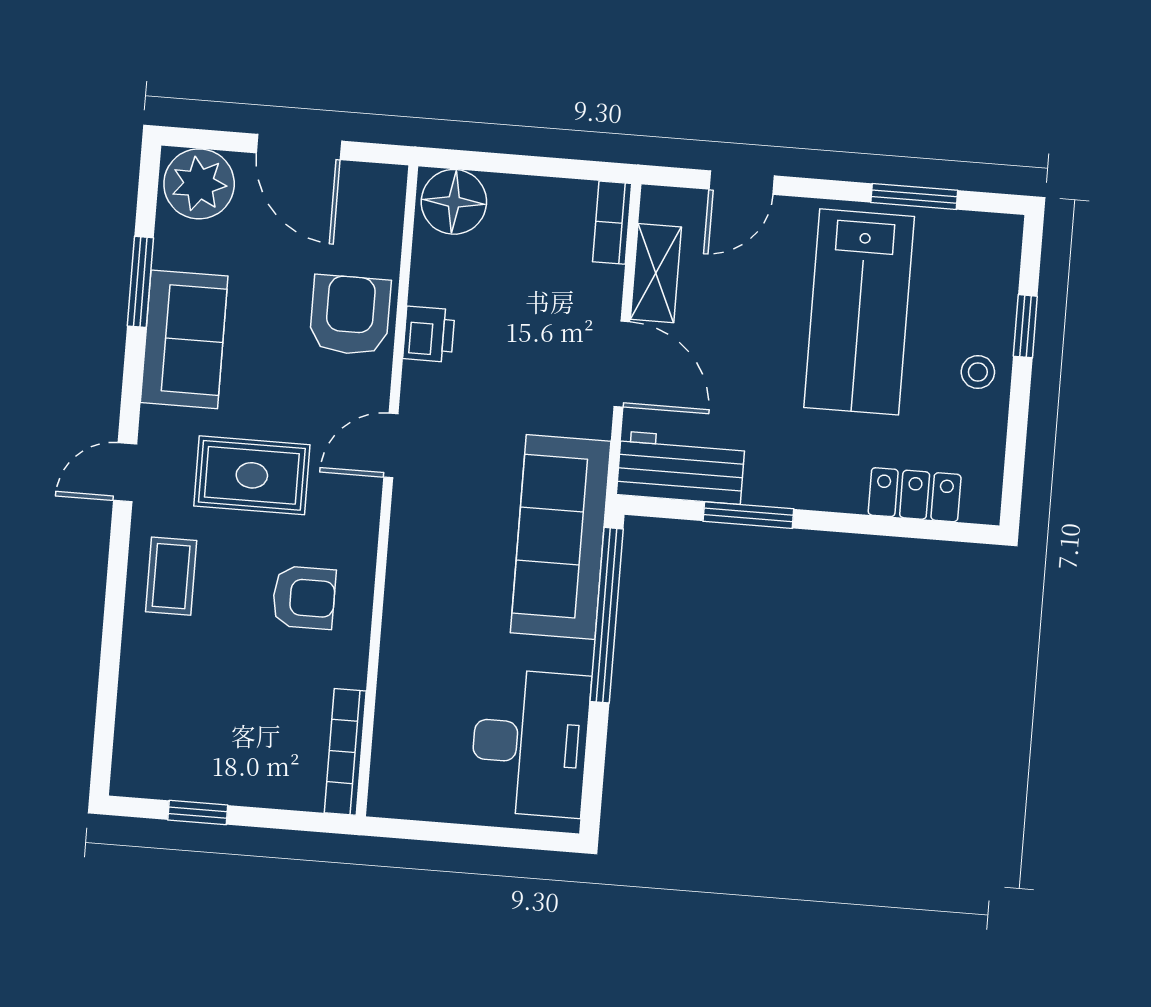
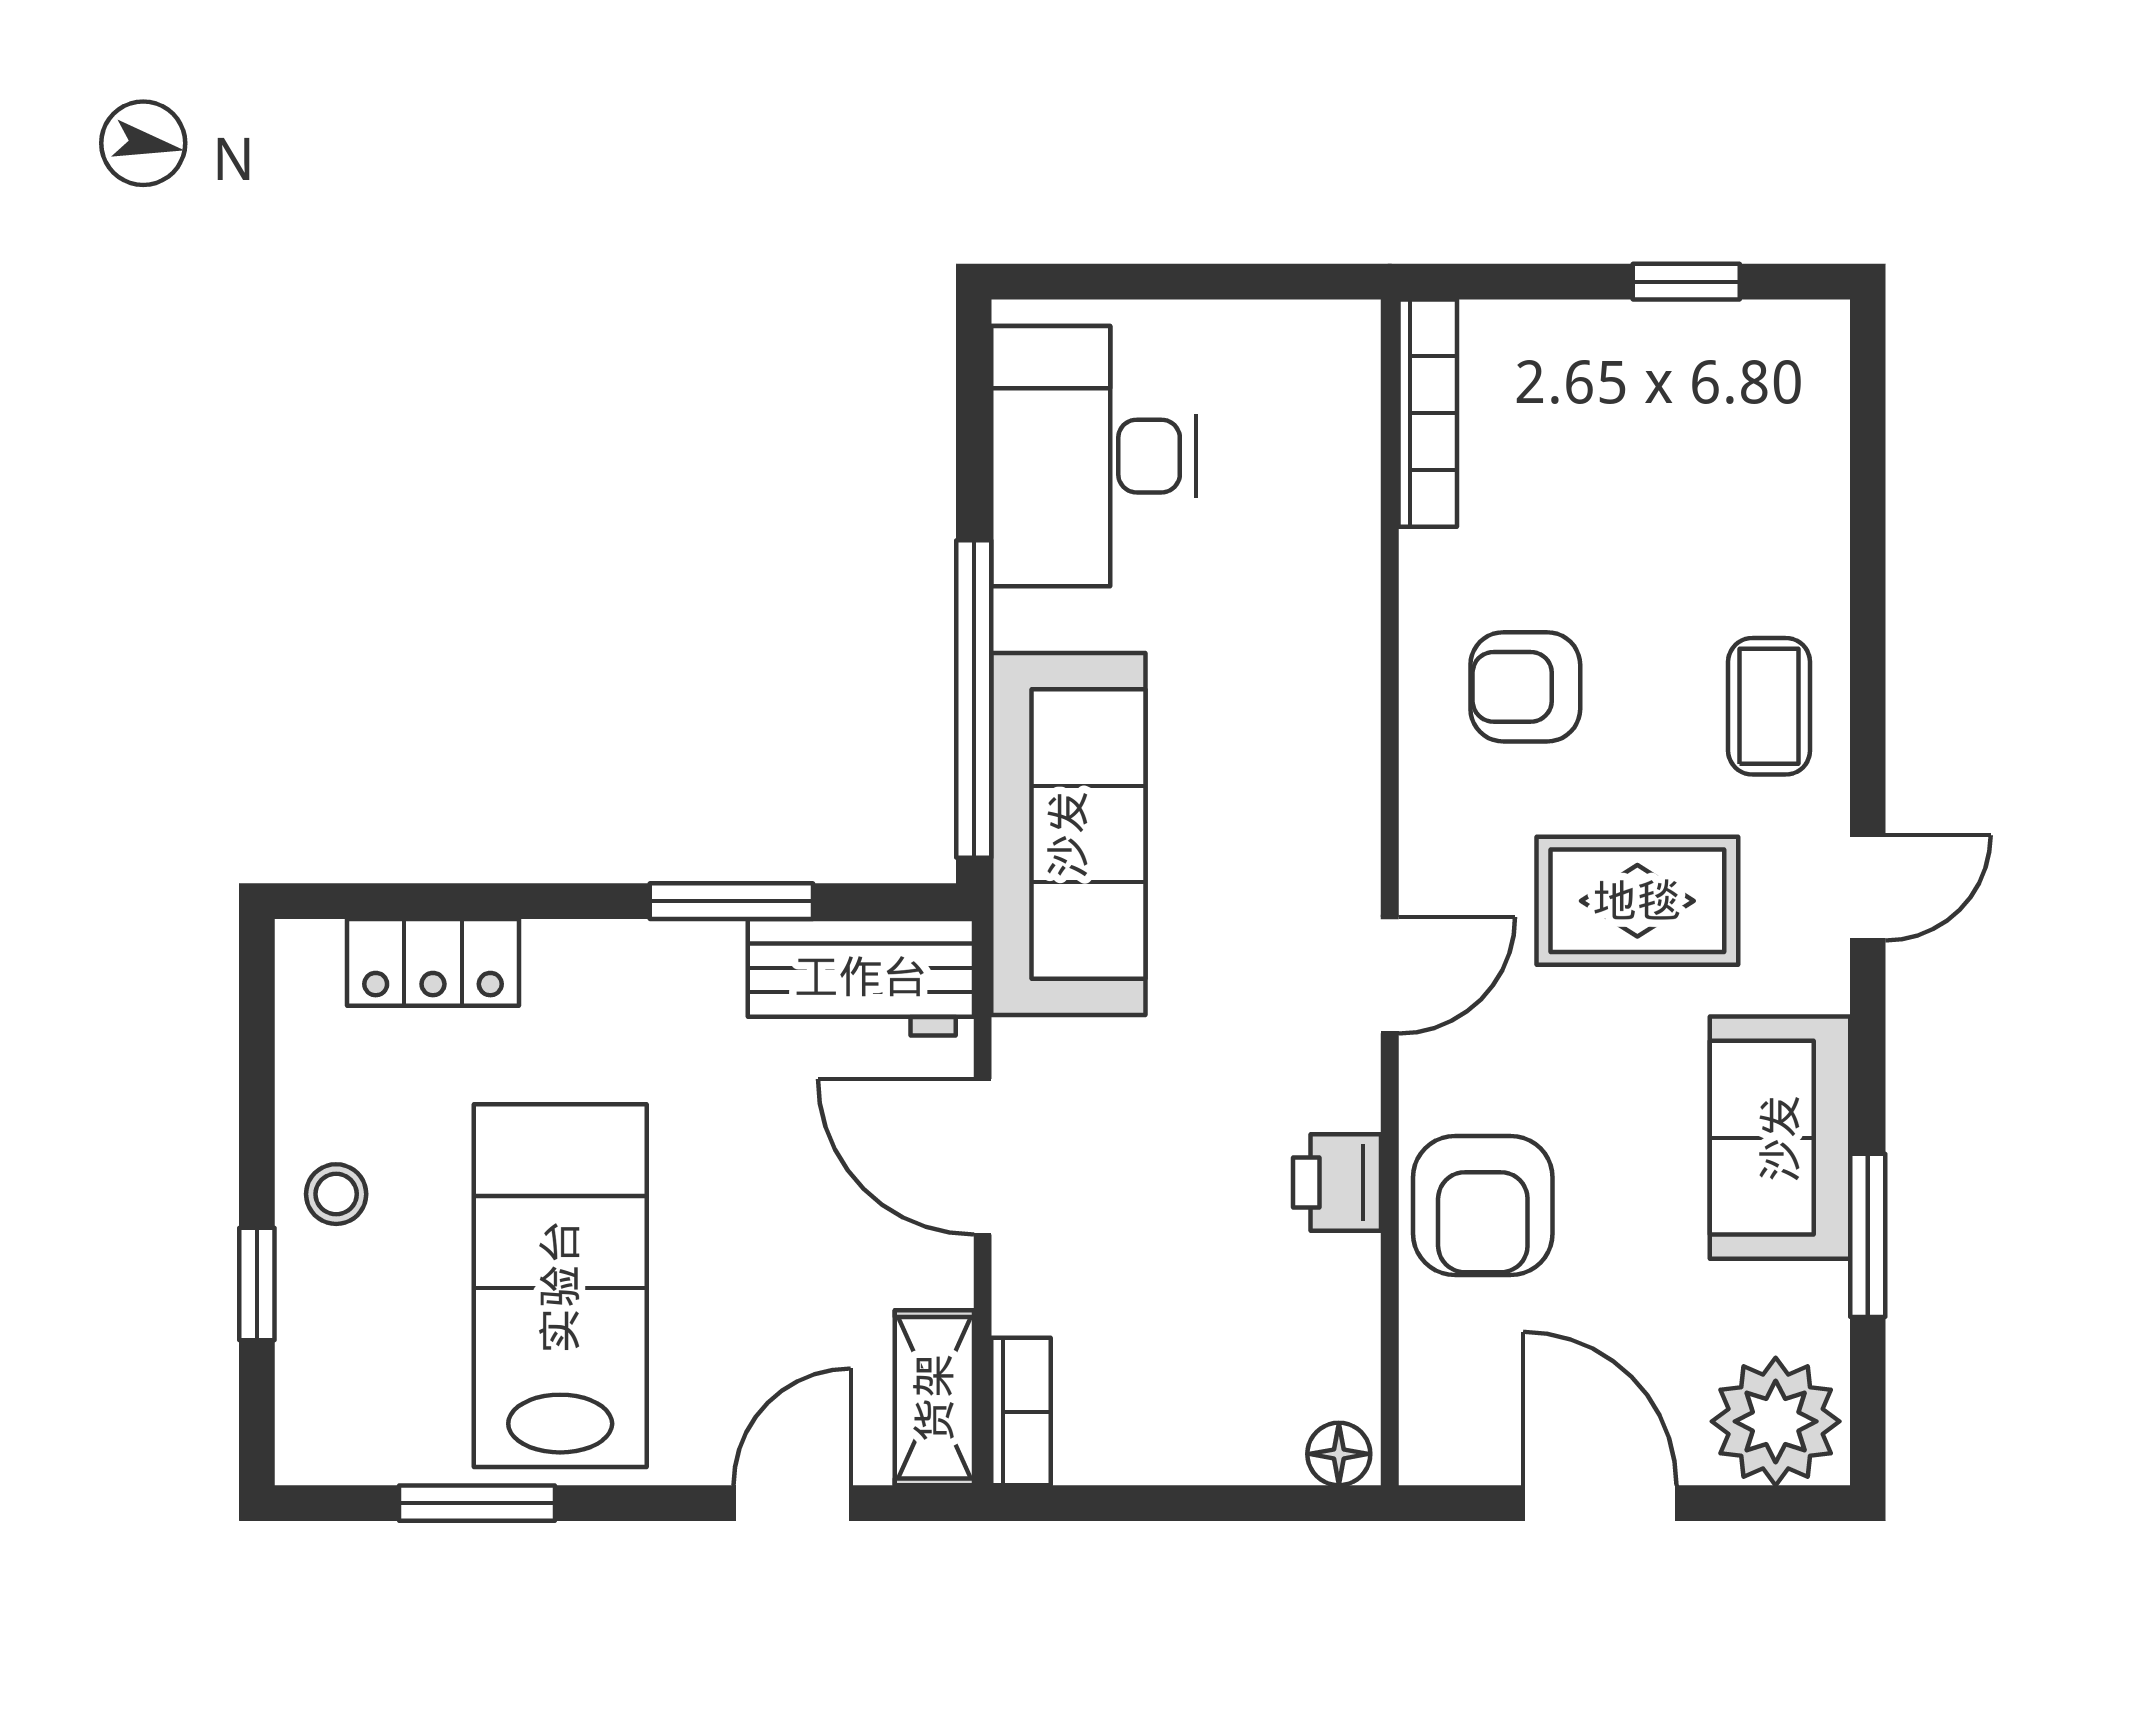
floor lamp: (454, 202) -> (1339, 1454), width x0.53, depth x0.53
shelving: (656, 273) -> (934, 1398), moved

